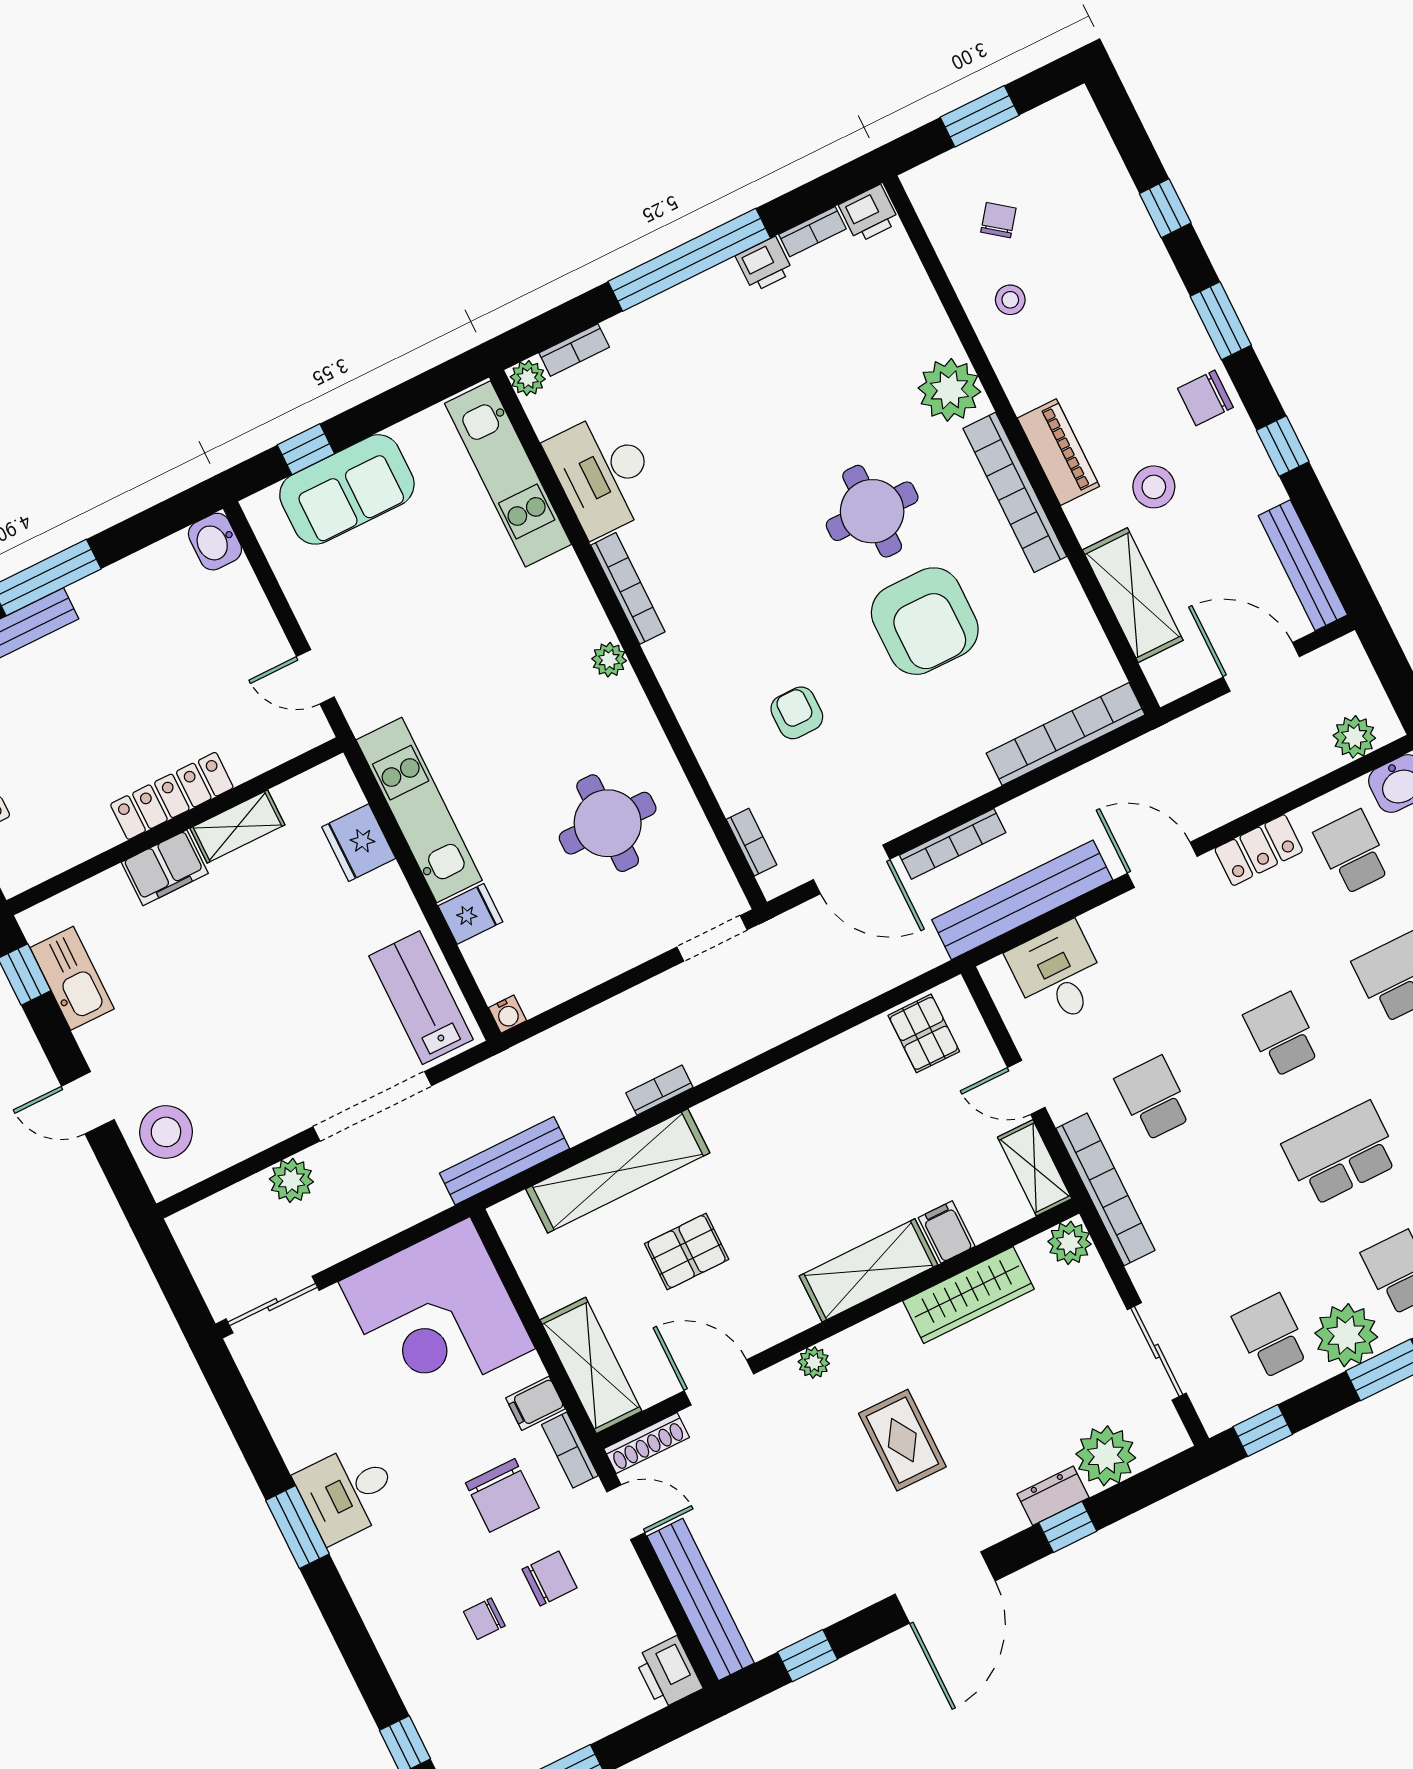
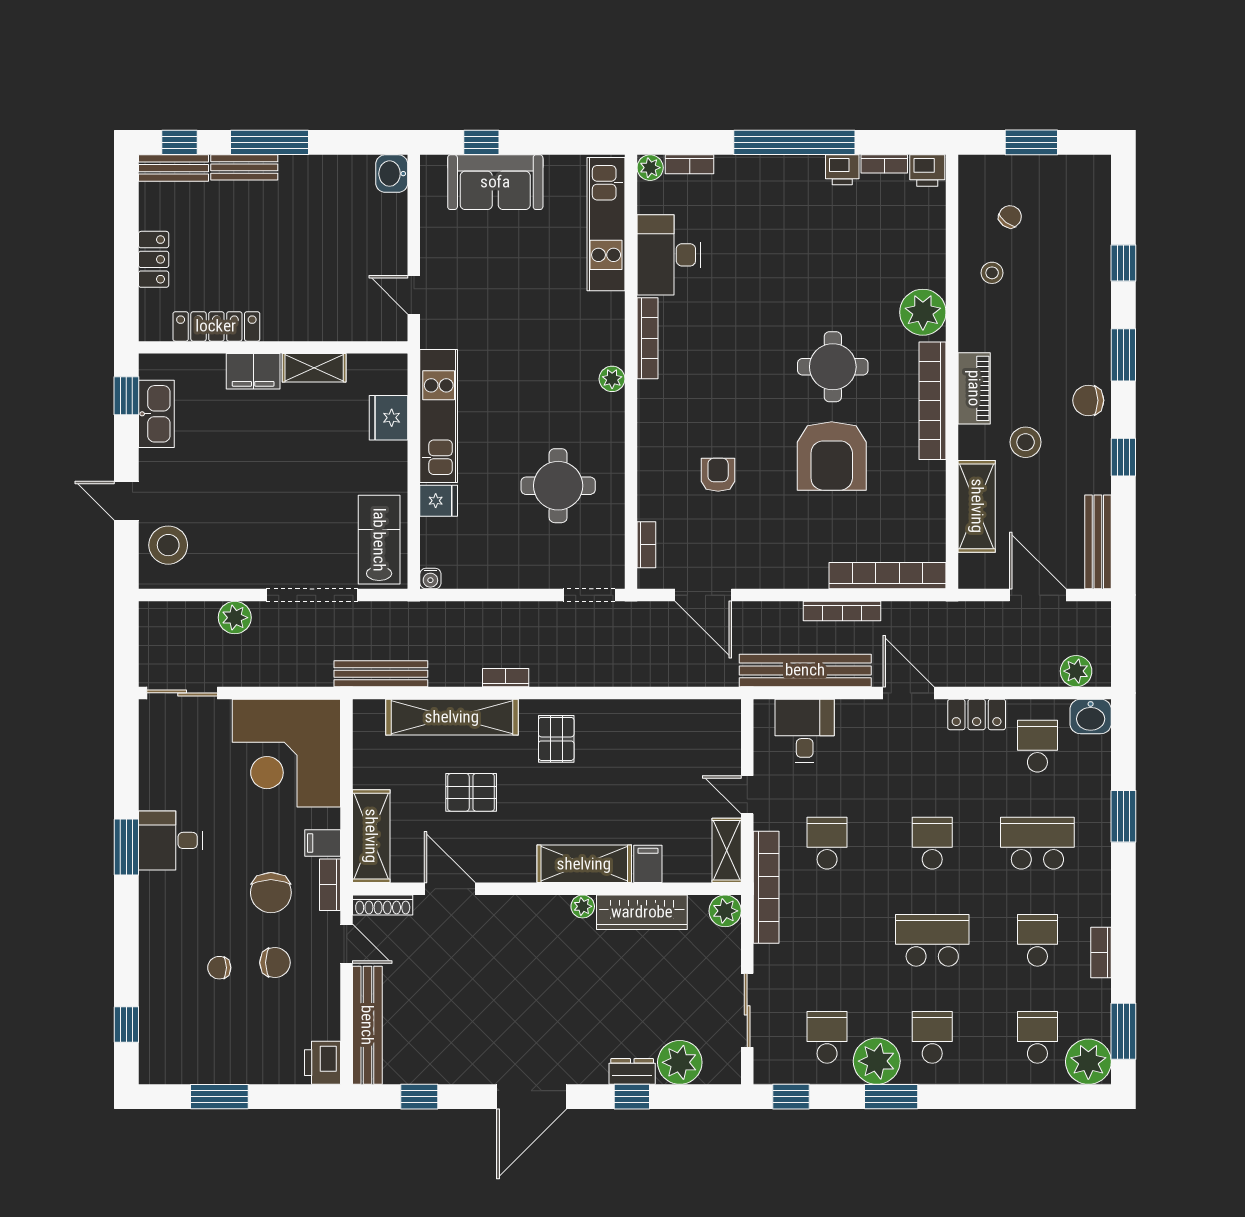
locker: (172, 796) -> (216, 326), moved
bookcase: (953, 844) -> (842, 611), moved
pallet: (924, 1033) -> (556, 739), moved
plant: (814, 1363) -> (583, 906), moved
rug: (902, 1440) -> (551, 986), removed

